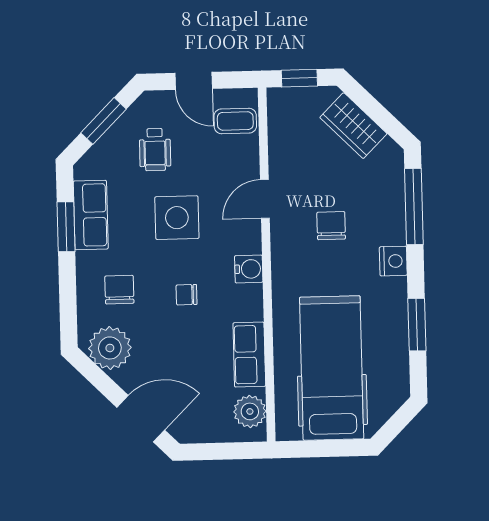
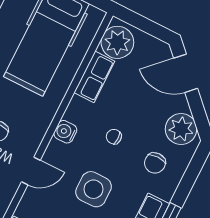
chair: (187, 295) -> (114, 137), turned 180
plant: (250, 411) -> (117, 42), width x1.36, depth x1.36

